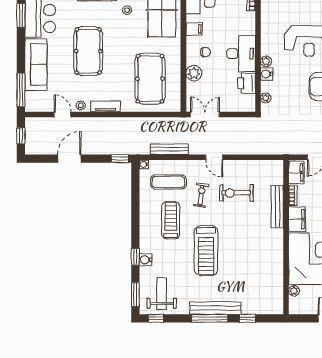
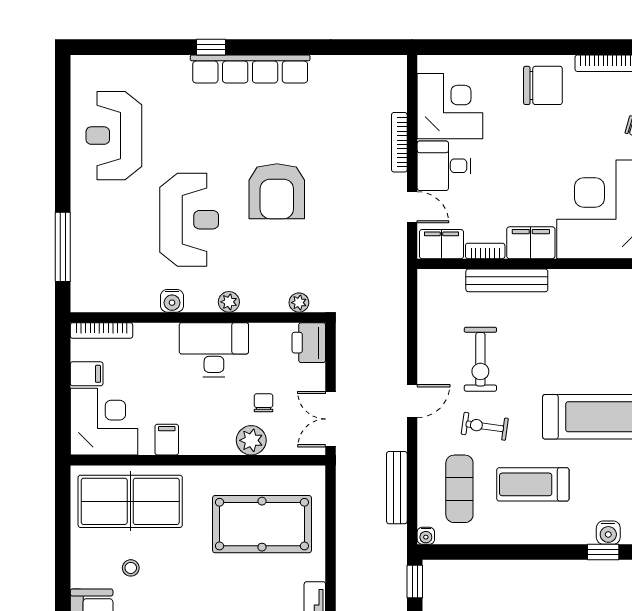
chair: (205, 52) -> (263, 403), moved
water cooler: (267, 74) -> (172, 301), moved
printer: (247, 83) -> (309, 343), moved, turned 90

